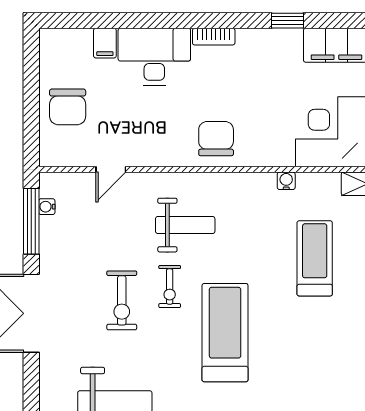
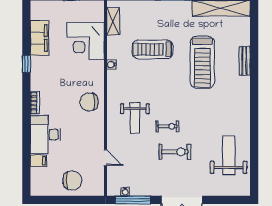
weight bench: (185, 225) -> (135, 118), turned 180
treadmill: (225, 333) -> (202, 62), moved, turned -90

